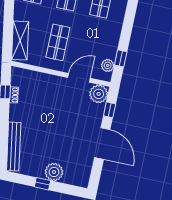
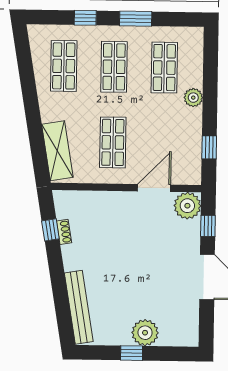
plant: (108, 65) -> (193, 98), moved

